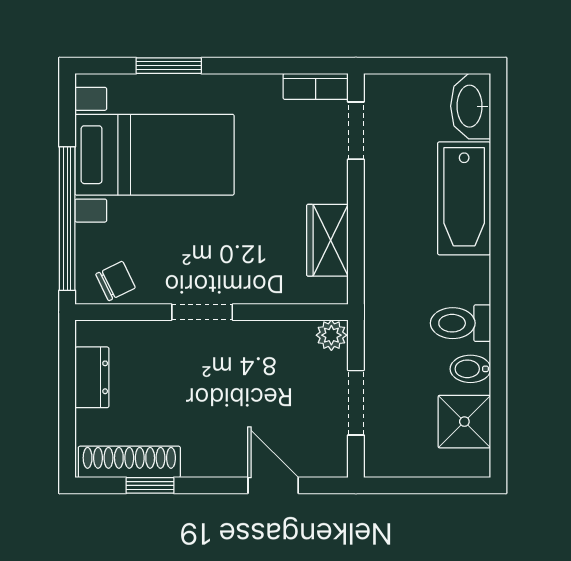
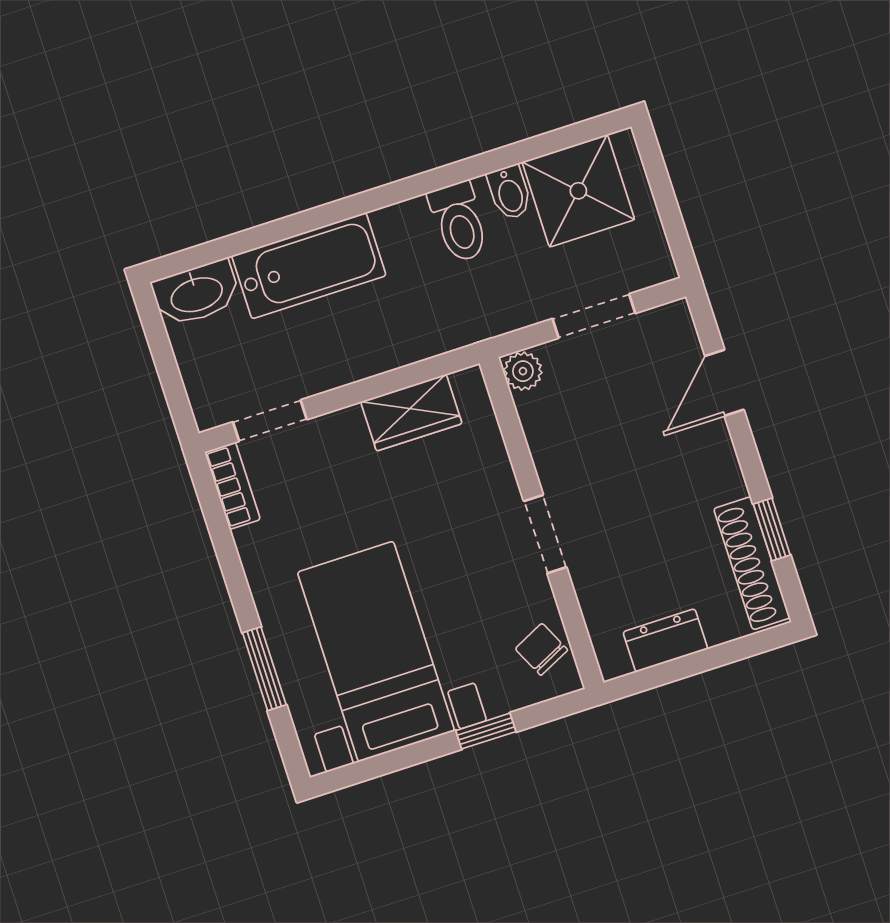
window: (67, 219) -> (486, 731), width x0.32
shower: (464, 422) -> (578, 191), width x1.36, depth x1.36

